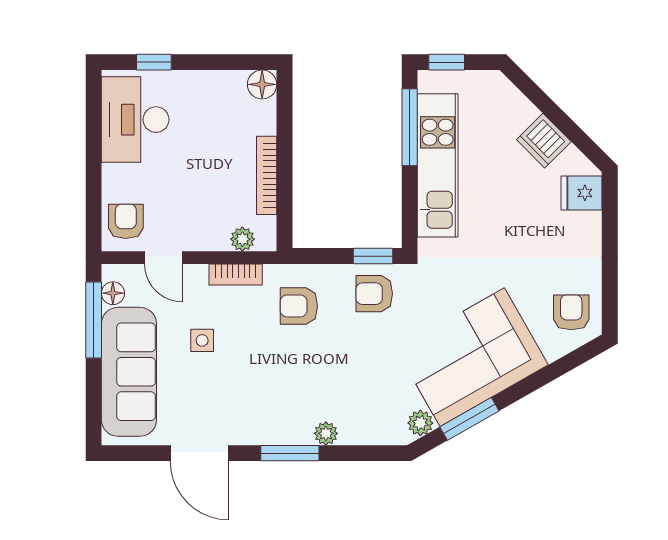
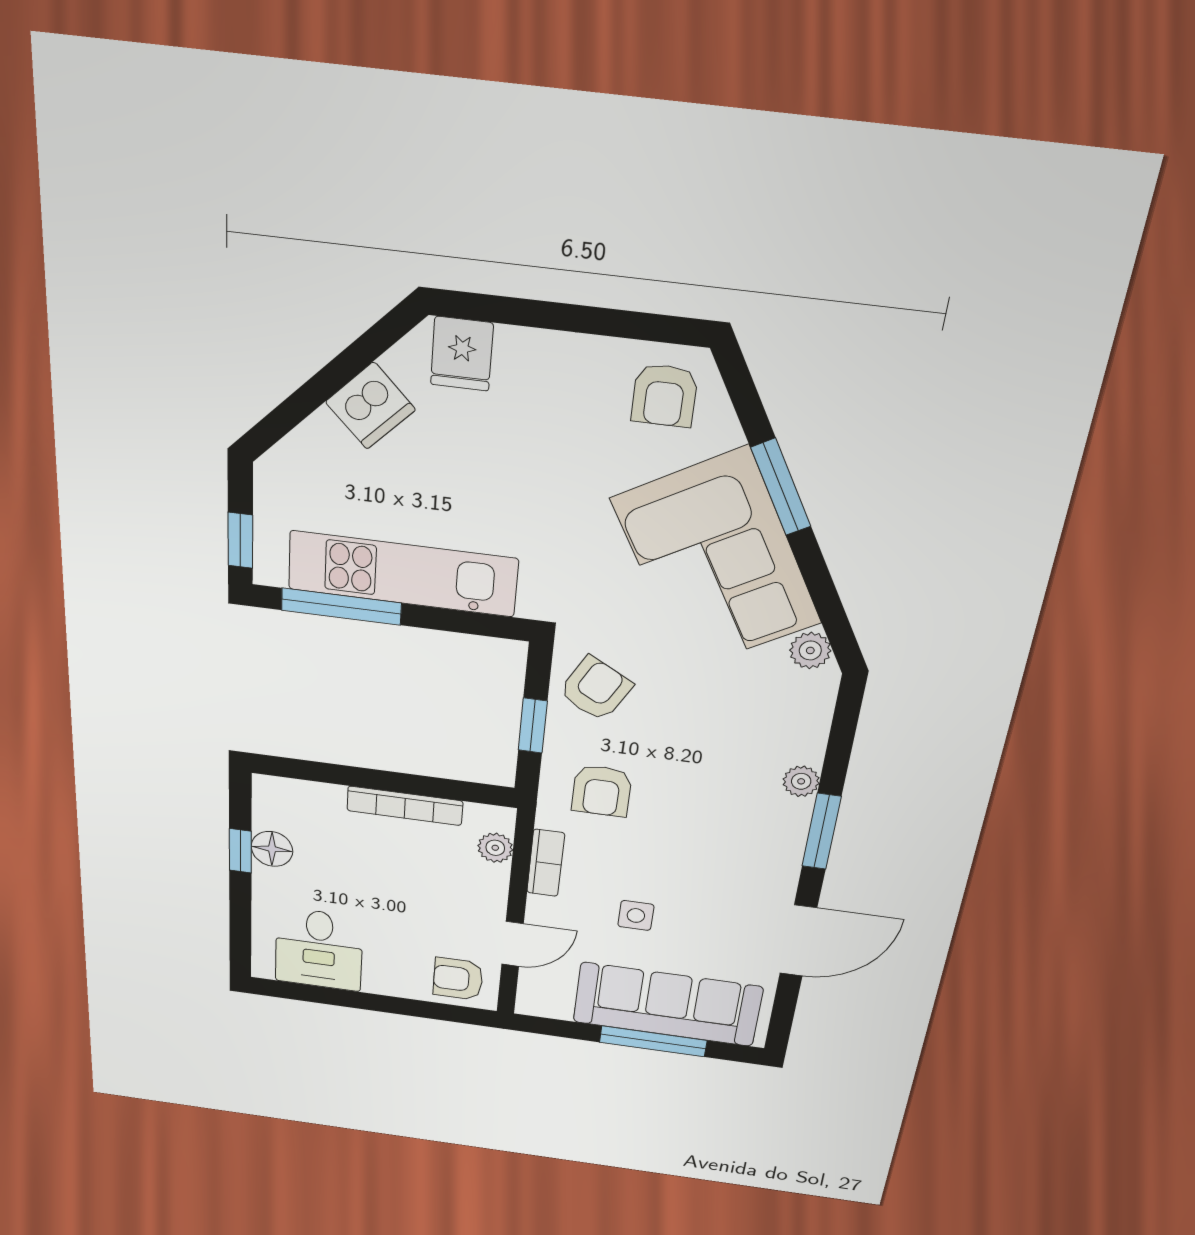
window: (154, 62) -> (240, 851), moved
floor lamp: (262, 84) -> (272, 849), moved
desk: (135, 120) -> (319, 949), width x0.73
window: (373, 256) -> (533, 726), moved
floor lamp: (113, 293) -> (556, 1007), removed
armchair: (374, 294) -> (596, 689), turned -151
armchair: (571, 312) -> (664, 395), turned -90
window: (94, 320) -> (653, 1041), moved
window: (469, 419) -> (781, 487), moved

